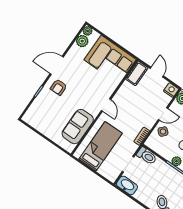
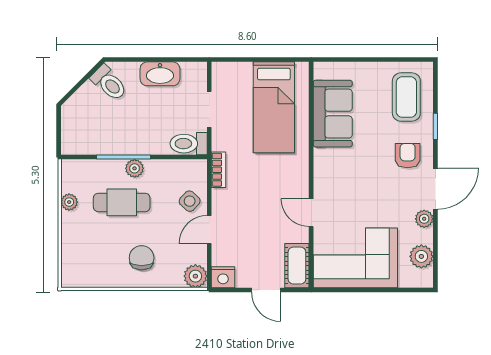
plant: (88, 31) -> (424, 219), moved
door: (106, 105) -> (311, 213), moved
coffee table: (42, 112) -> (406, 97), added
washbasin: (127, 185) -> (160, 74), moved

